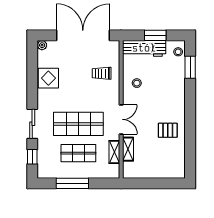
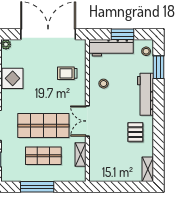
workbench: (177, 93) -> (145, 94), added
double door: (121, 119) -> (87, 121), swing flipped
pallet: (168, 130) -> (135, 132), turned 90
shelving: (128, 149) -> (148, 169), moved

